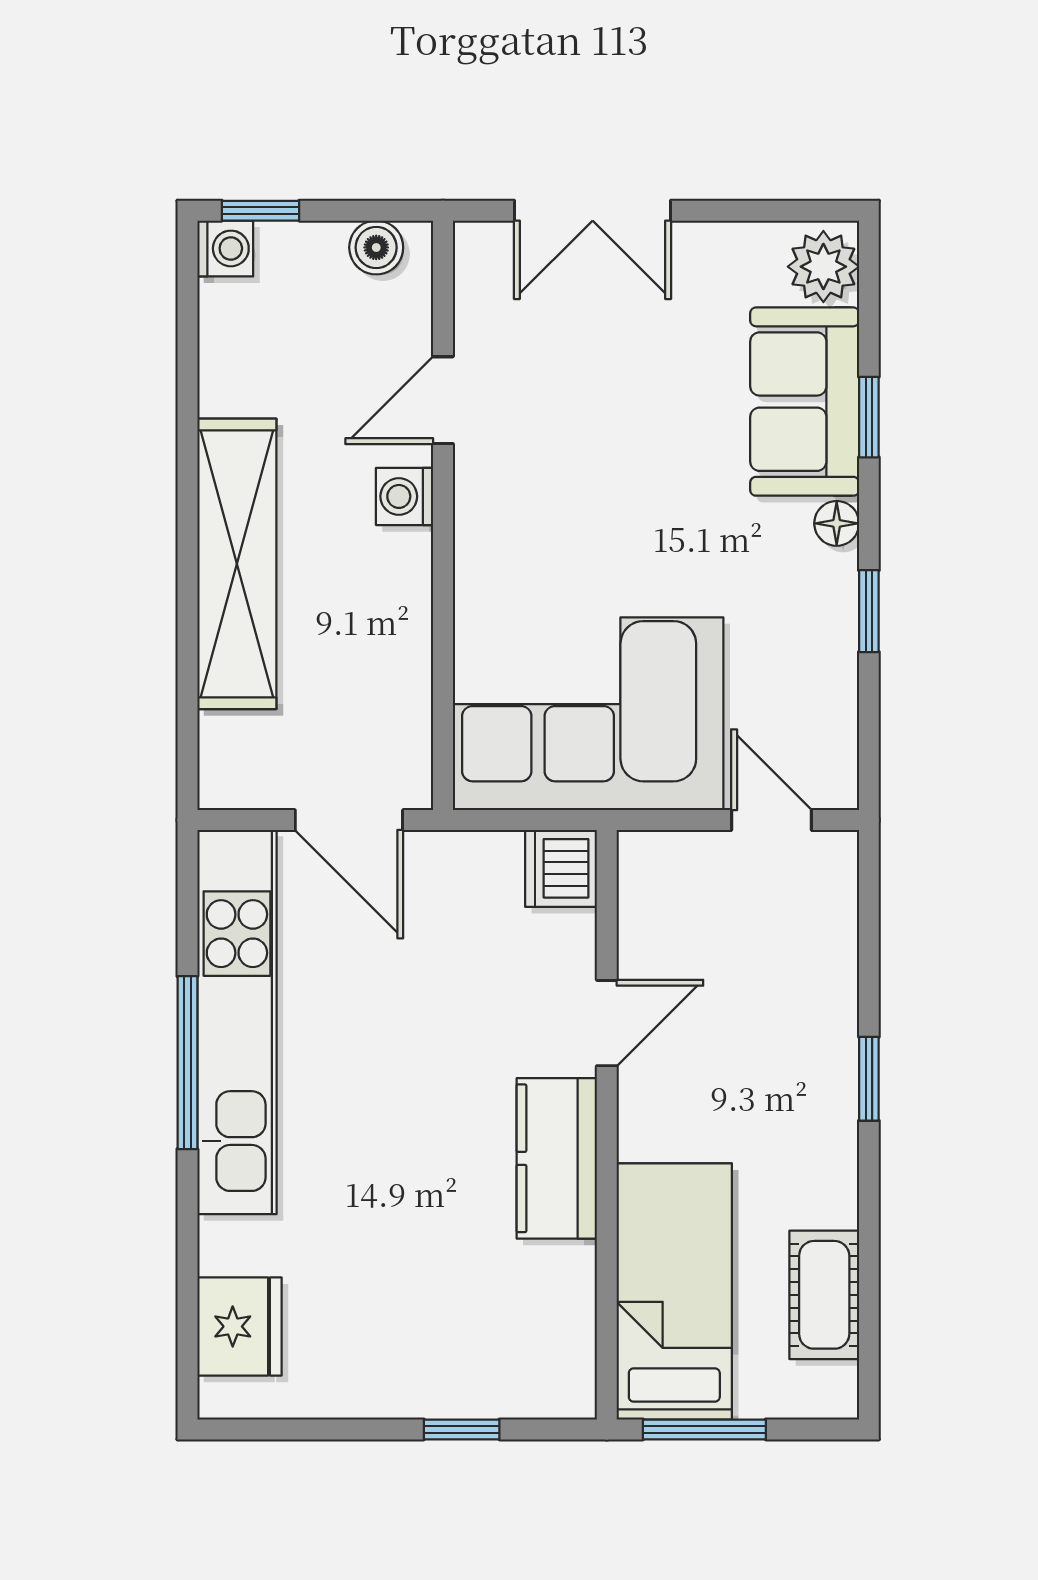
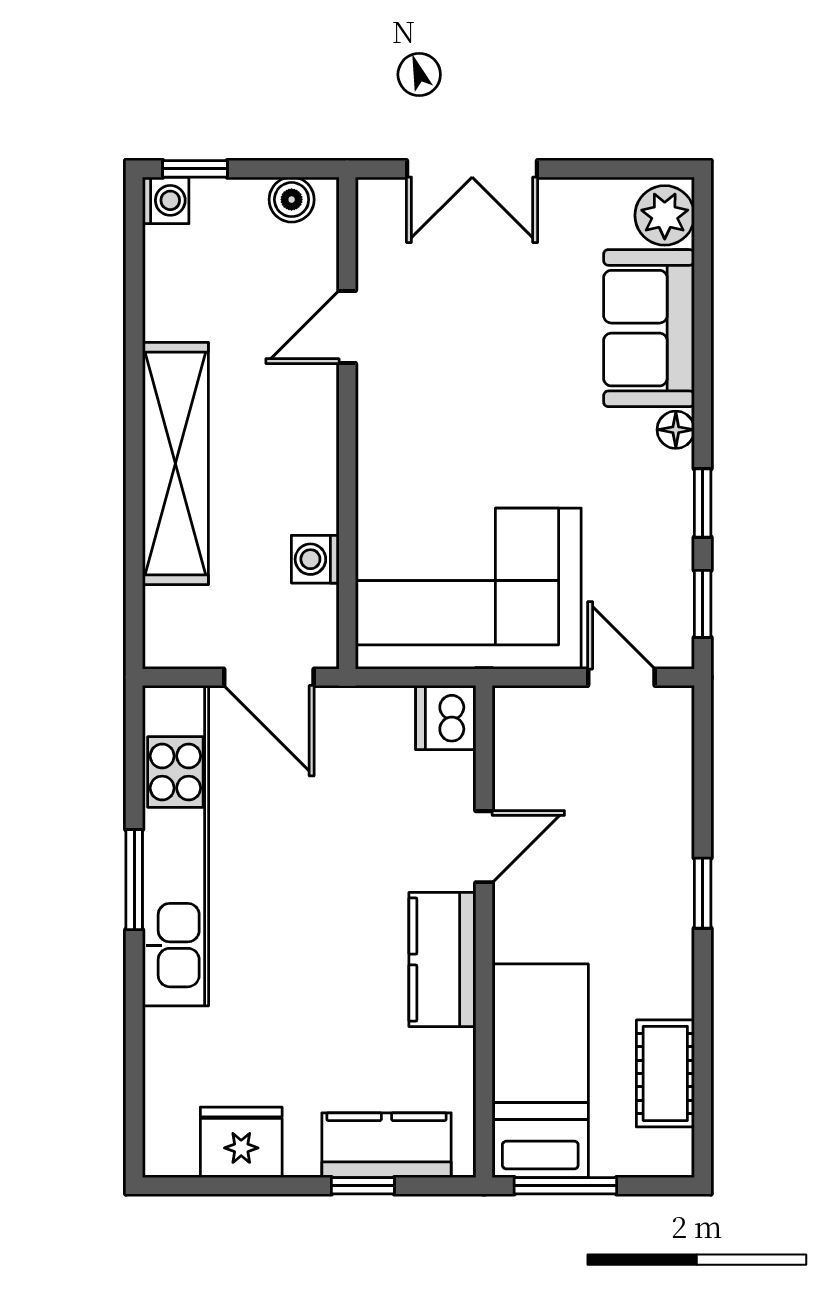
window: (869, 417) -> (703, 604), moved
washing machine: (405, 496) -> (315, 559), moved
window: (187, 1063) -> (134, 880), width x0.69
fridge: (239, 1326) -> (241, 1142), moved, turned -90
kitchen counter: (490, 1381) -> (386, 1145), added

